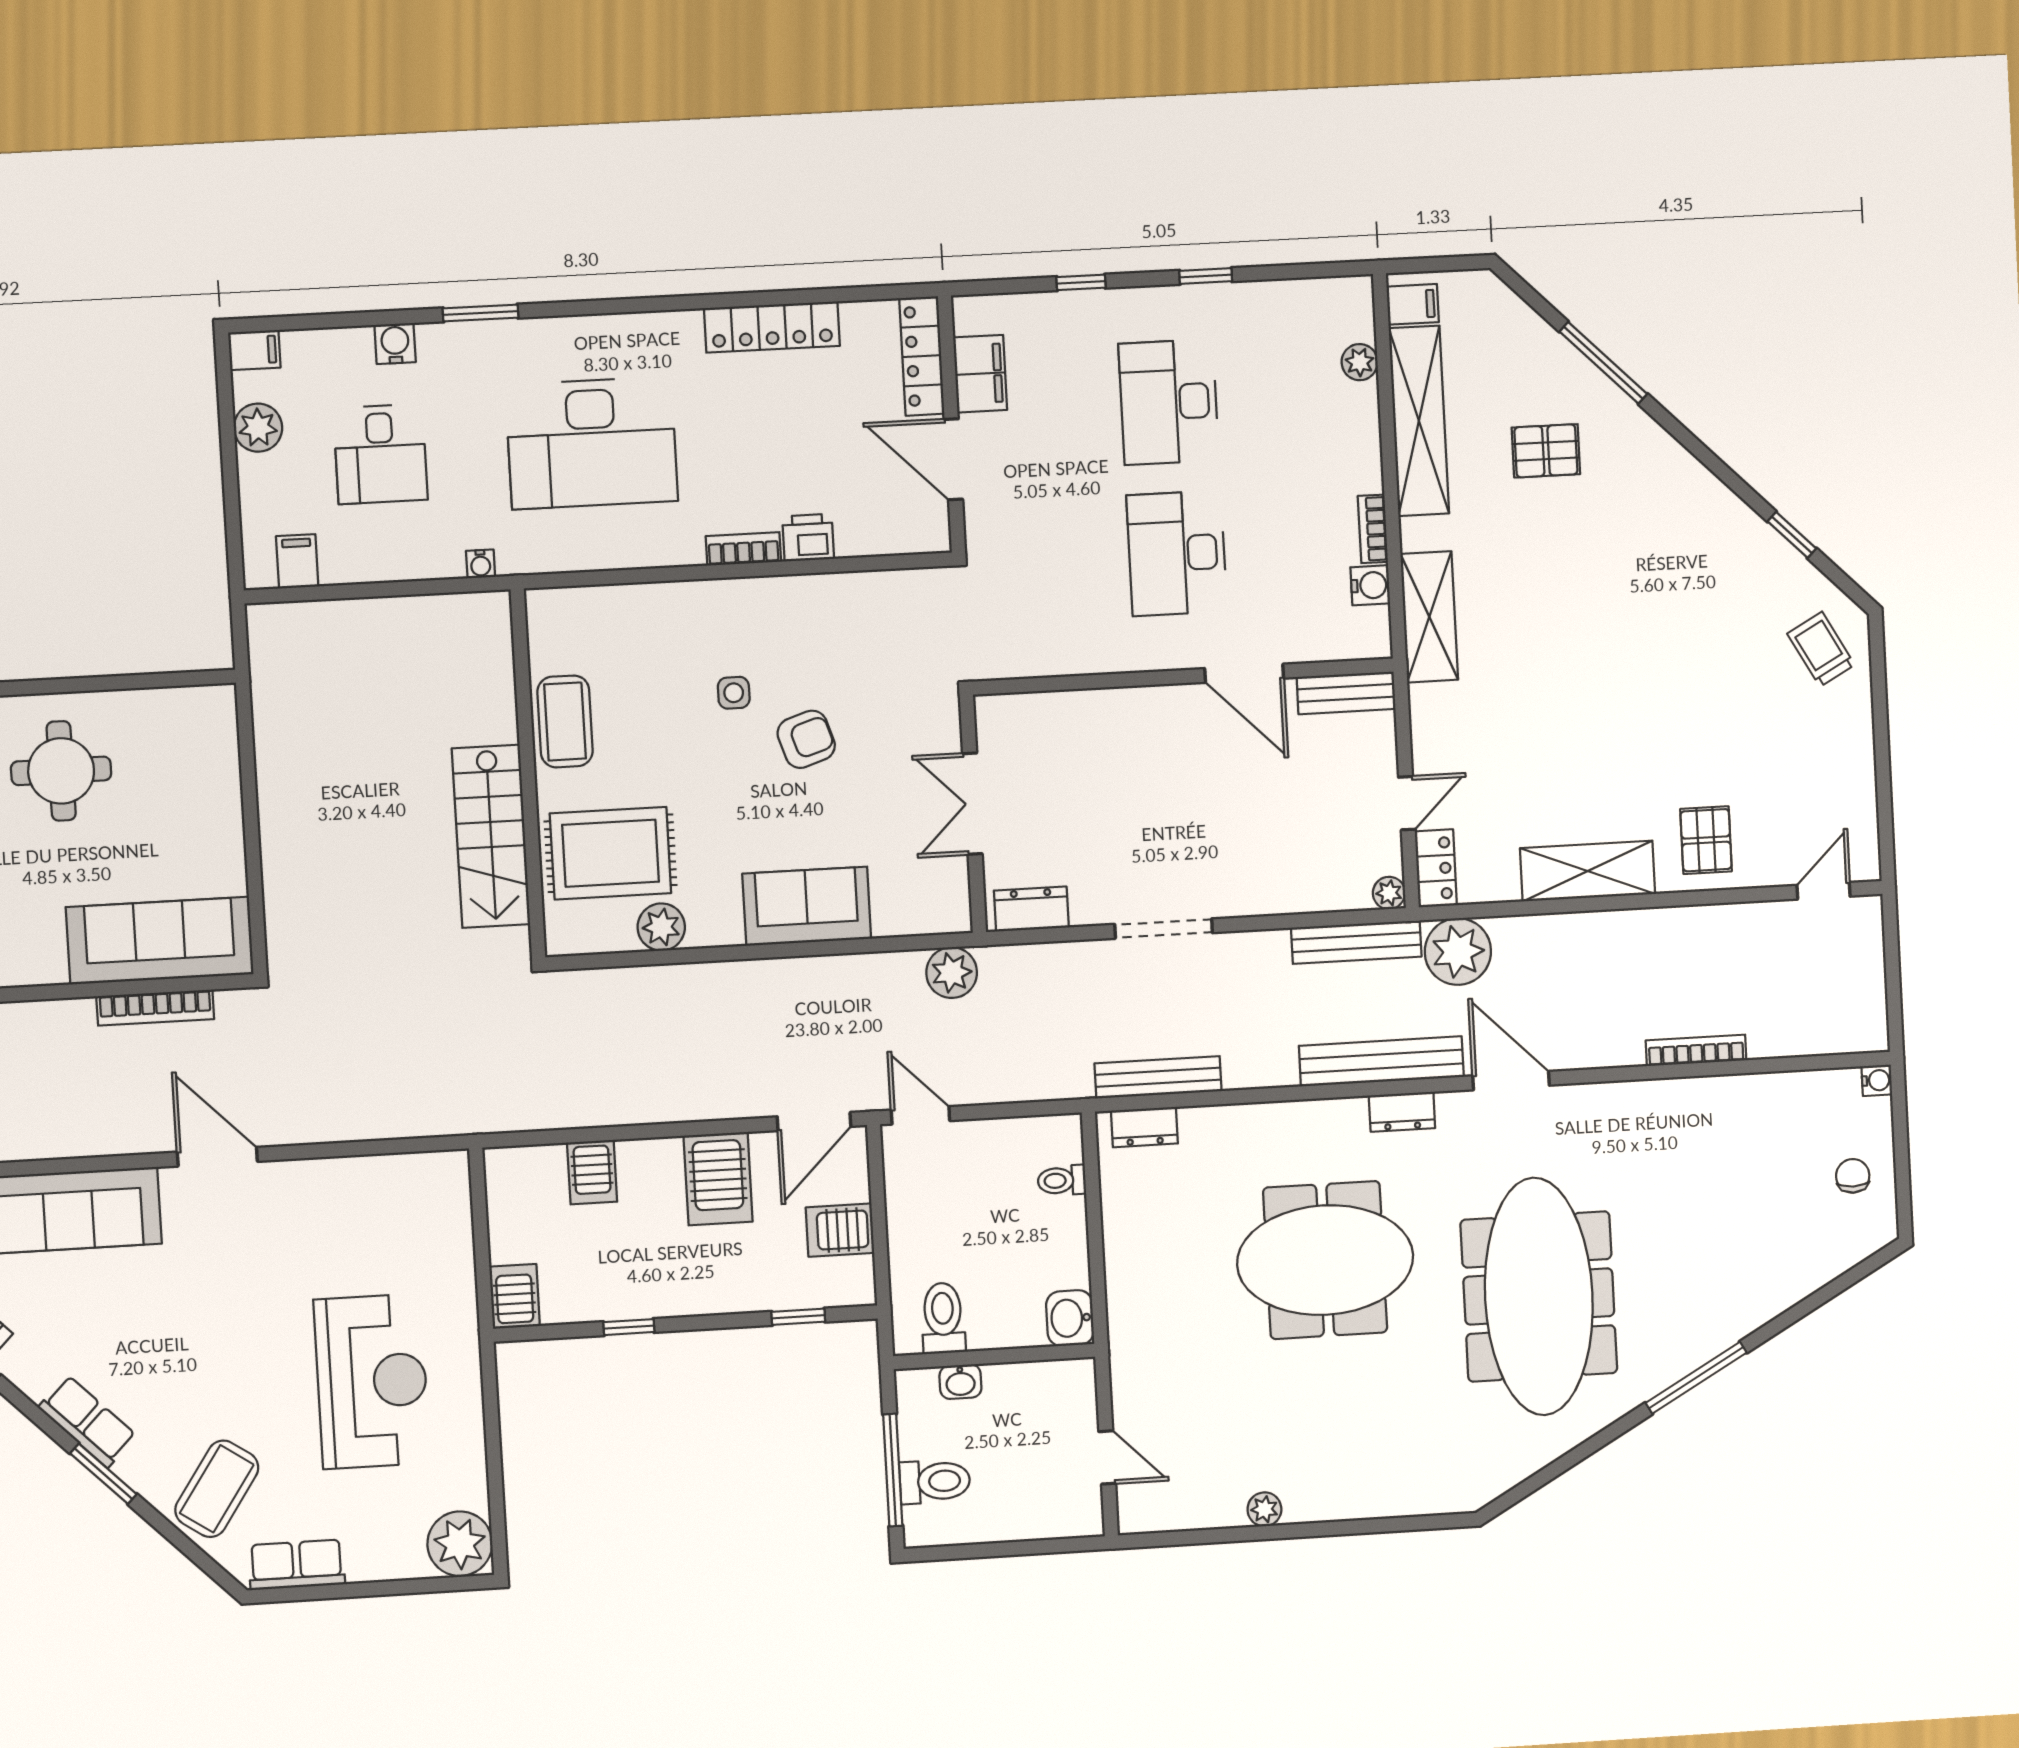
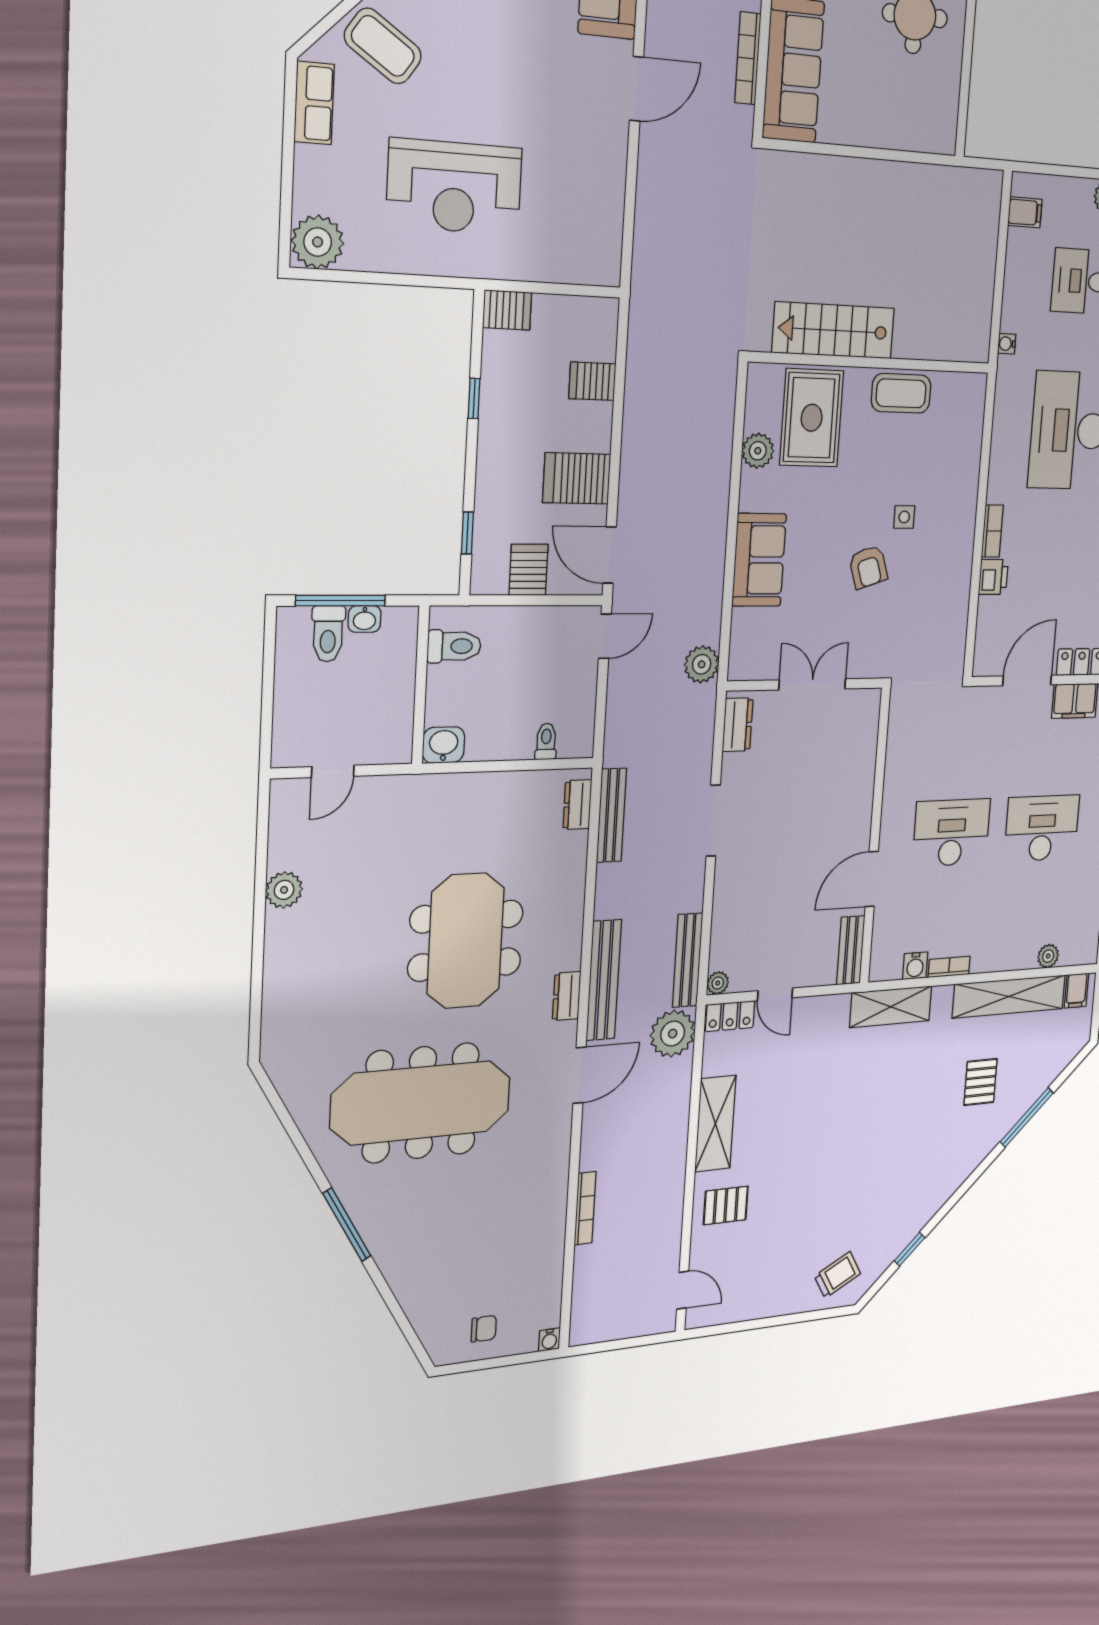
washbasin: (960, 1382) -> (364, 619), moved, turned -90
plant: (1264, 1509) -> (284, 890), width x1.38, depth x1.38

